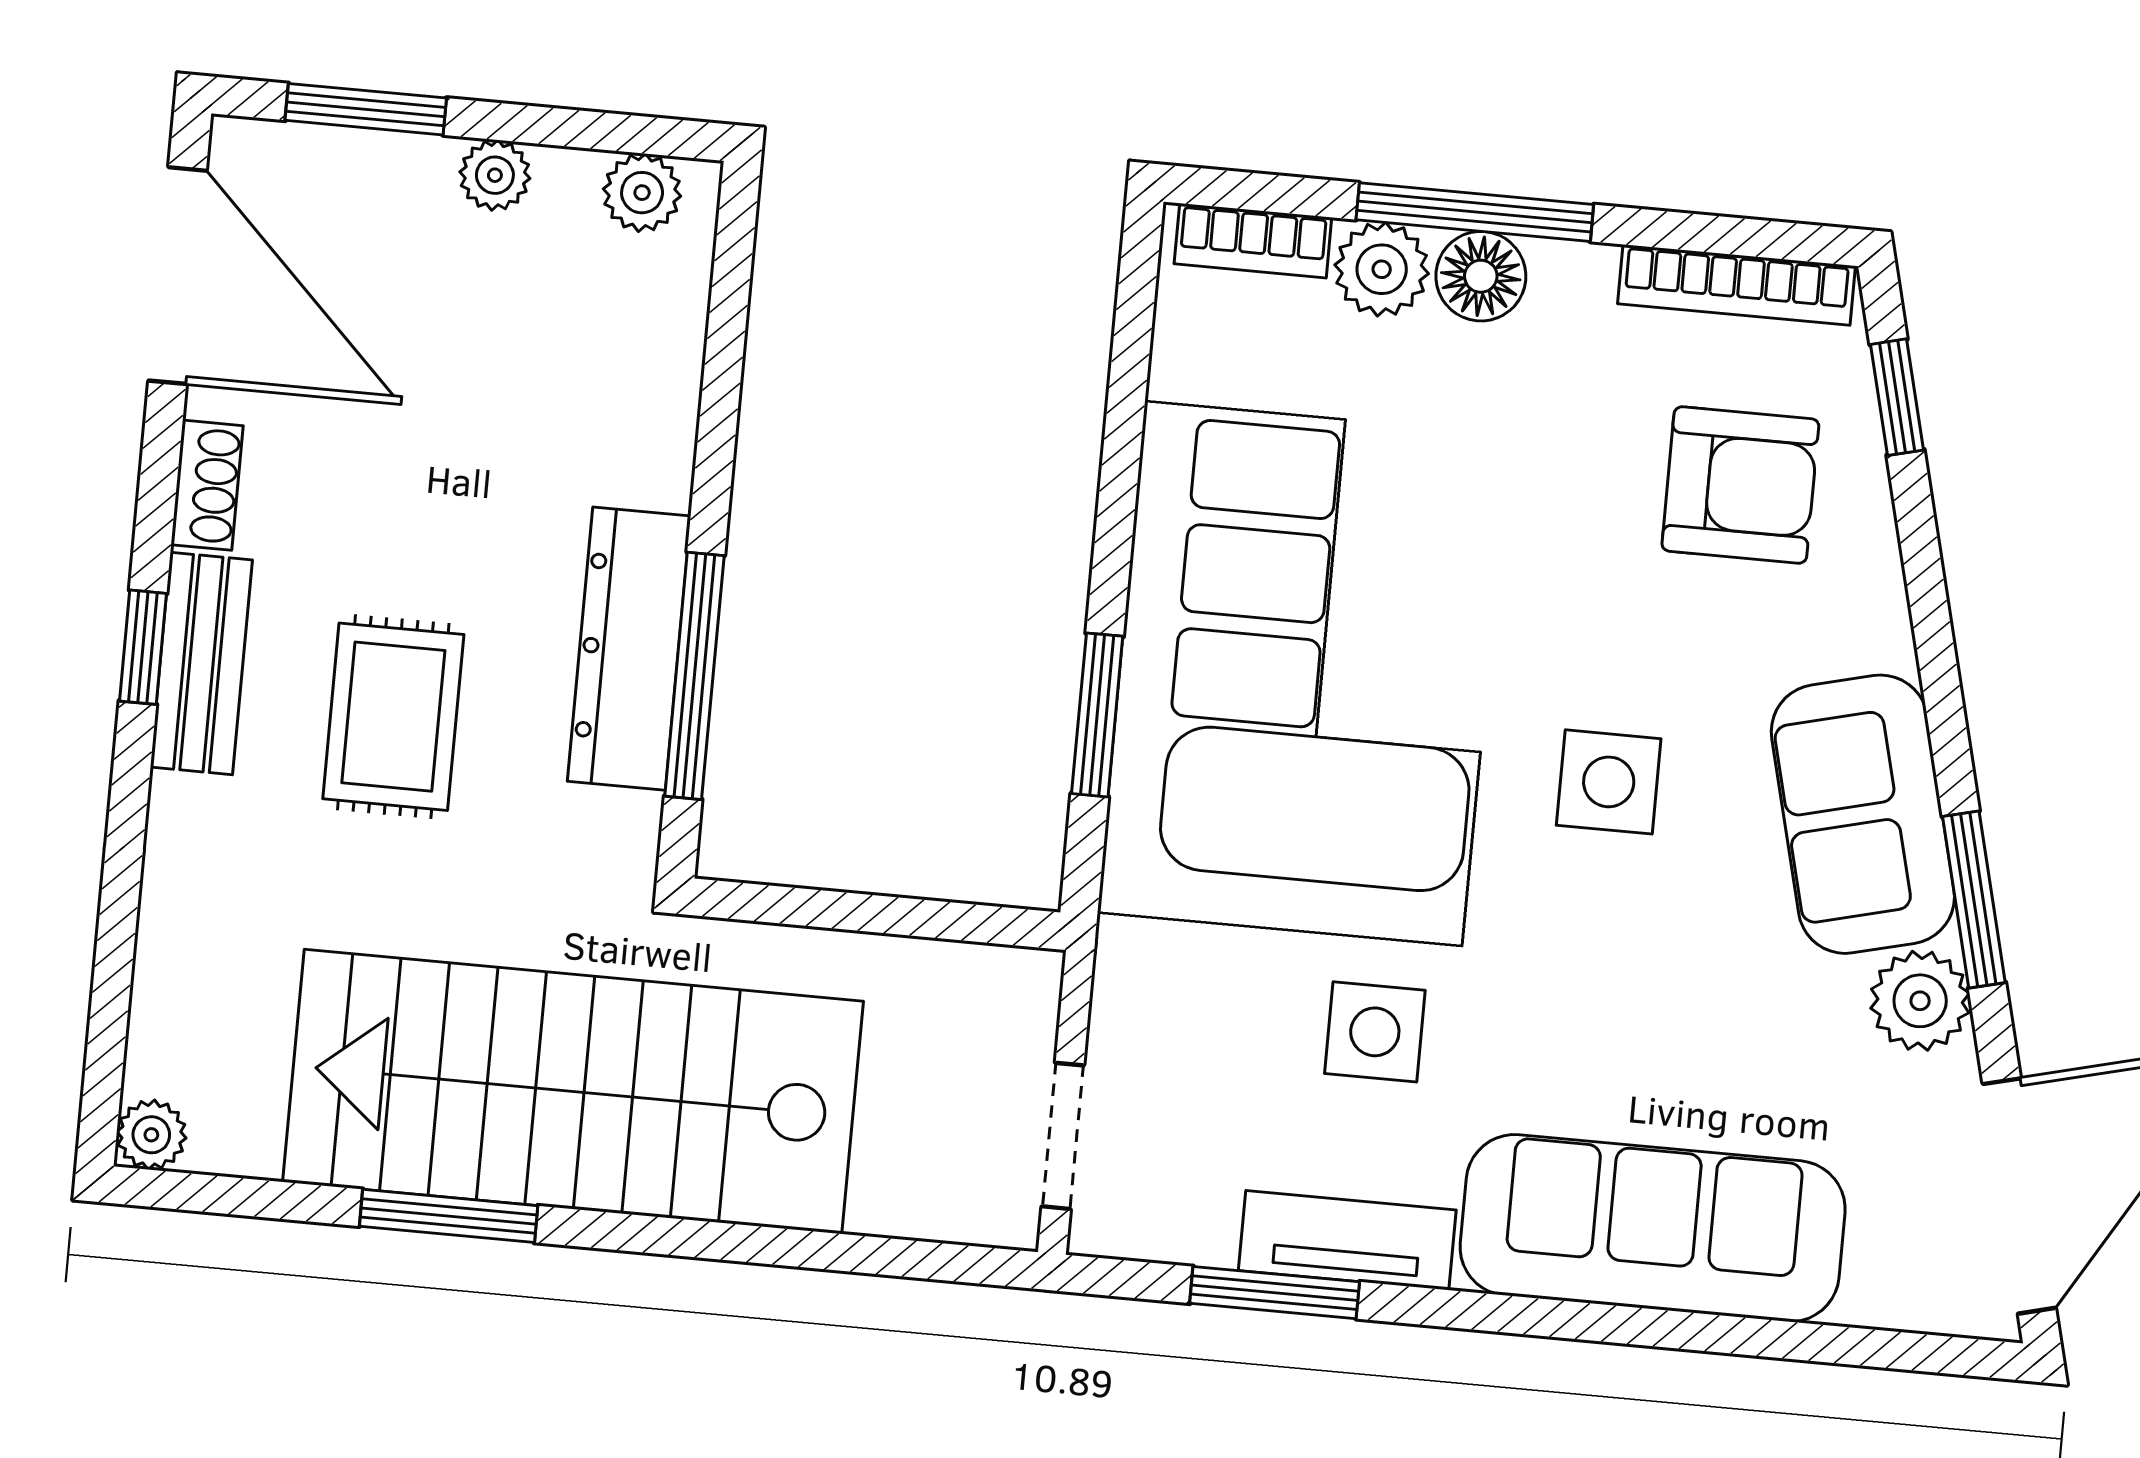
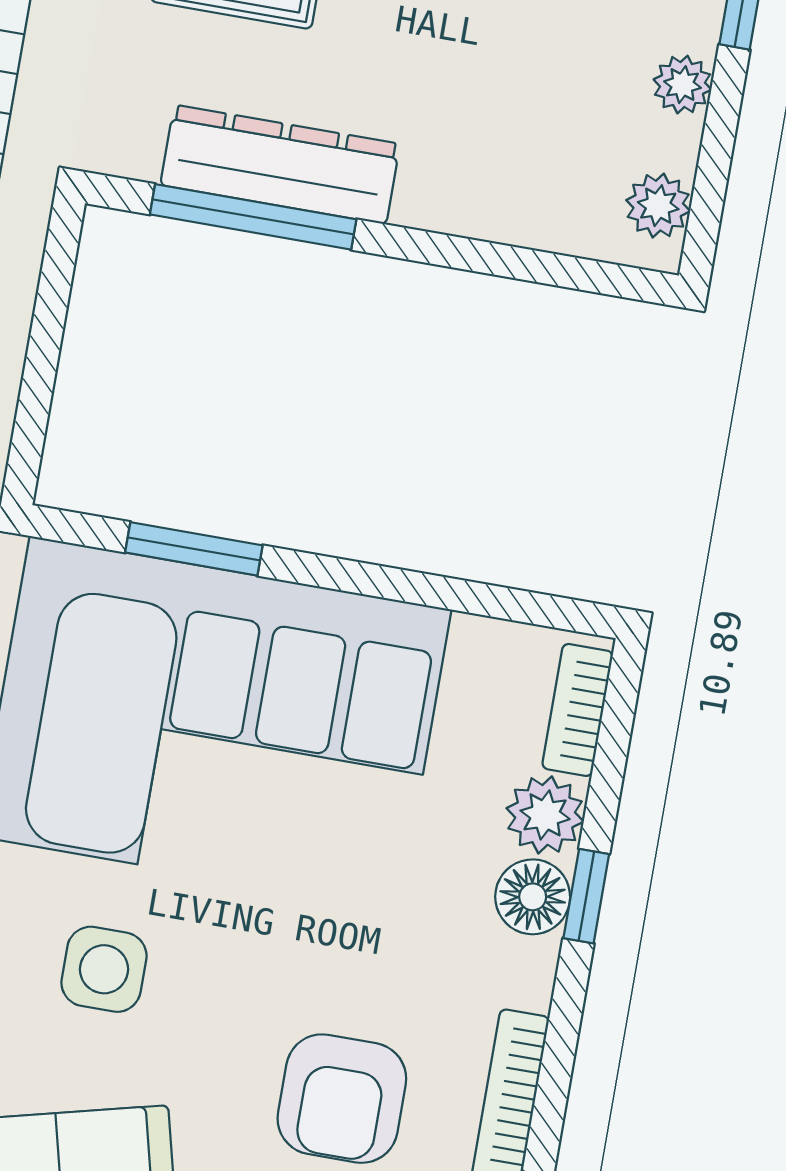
window: (1475, 212) -> (586, 896), width x0.46

